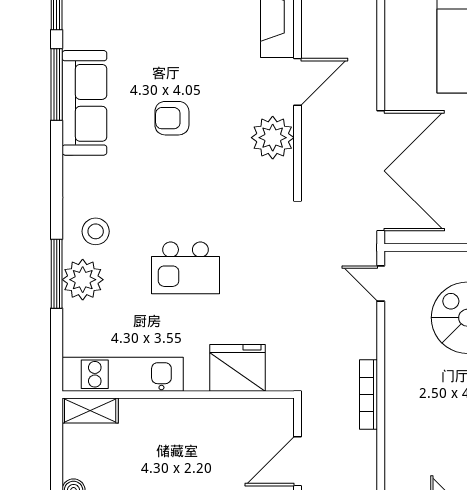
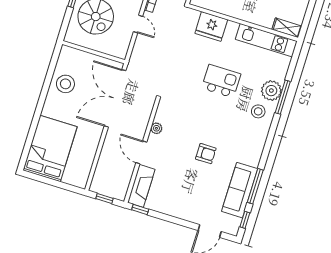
door: (298, 82) -> (141, 152), hinge flipped
sofa: (84, 103) -> (240, 190), moved
plant: (273, 138) -> (156, 128), width x0.53, depth x0.53
door: (381, 283) -> (138, 24), moved

